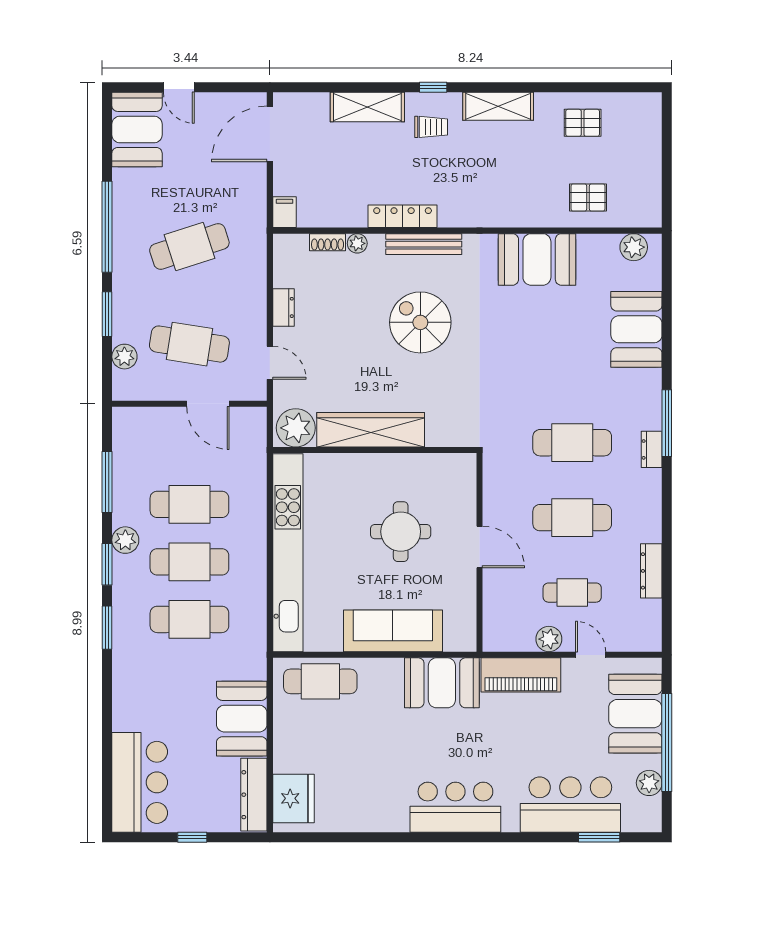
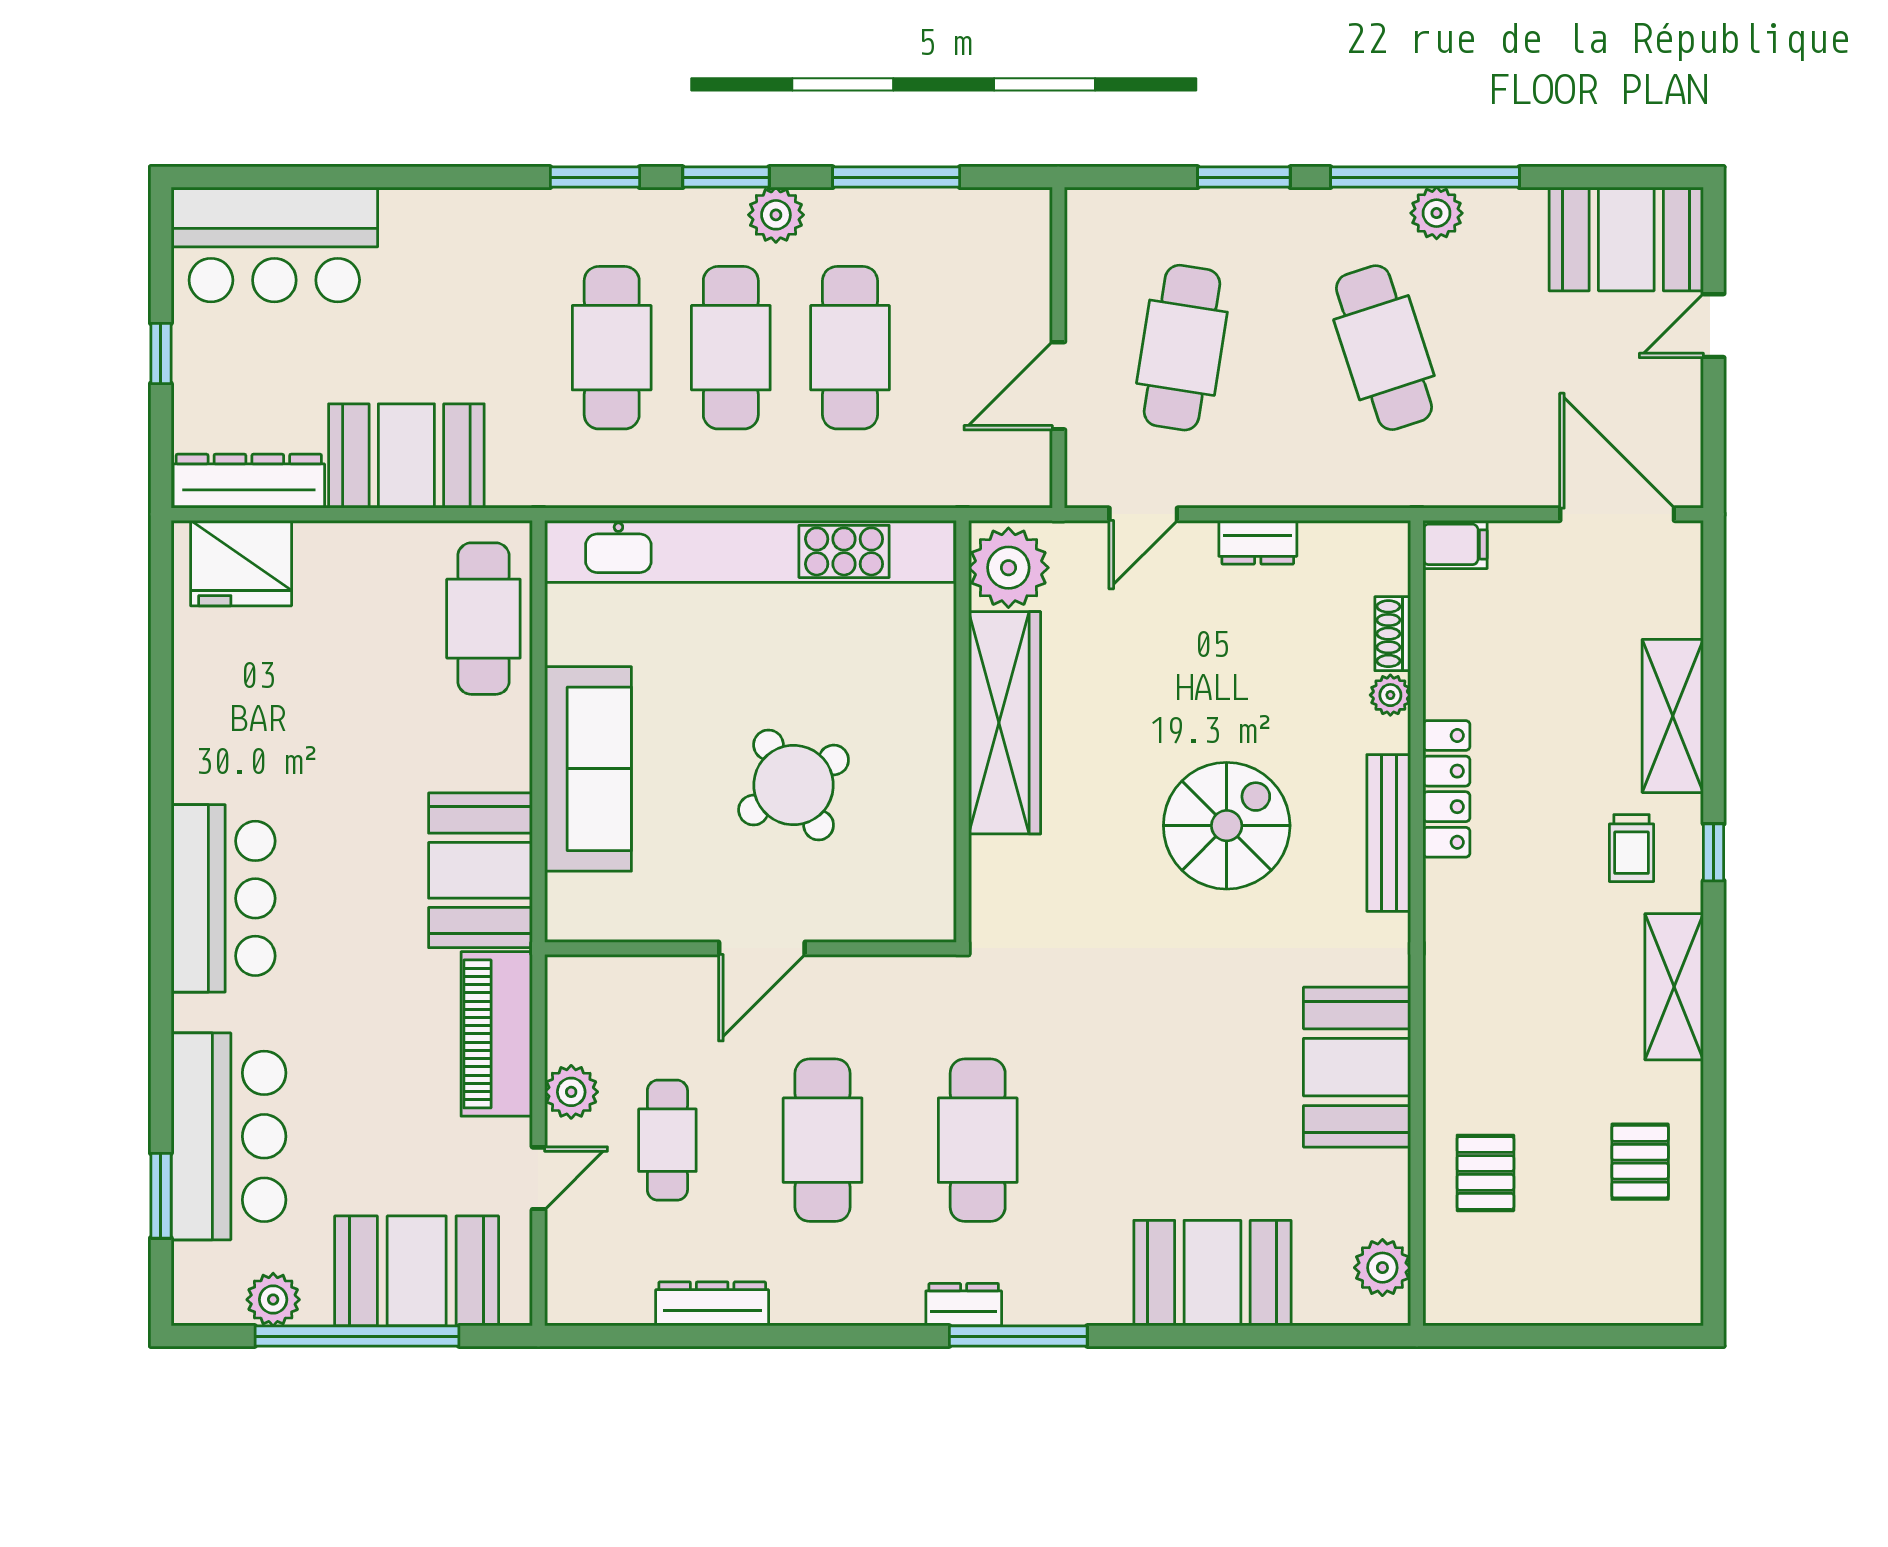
plant: (124, 357) -> (1437, 213), moved
round table: (401, 532) -> (794, 785), turned -32

